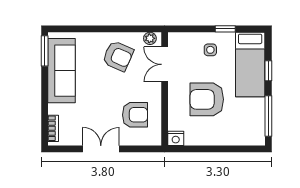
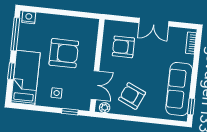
window: (225, 29) -> (70, 112), moved
window: (45, 51) -> (191, 107), width x0.67
nightstand: (176, 138) -> (29, 17), moved

